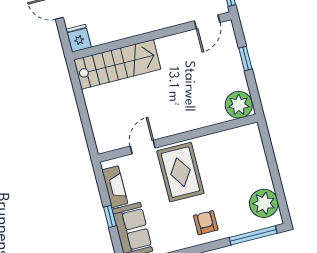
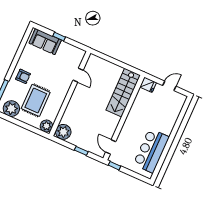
plant: (249, 135) -> (46, 126), added
rug: (180, 172) -> (36, 100), moved, turned 90
fireplace: (115, 187) -> (70, 49), removed

